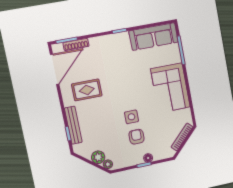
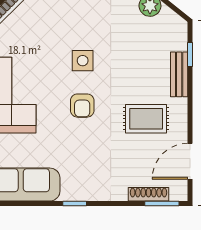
door: (55, 69) -> (190, 161), width x0.73
bench: (73, 125) -> (179, 74), width x0.73
armchair: (136, 137) -> (82, 106), moved

